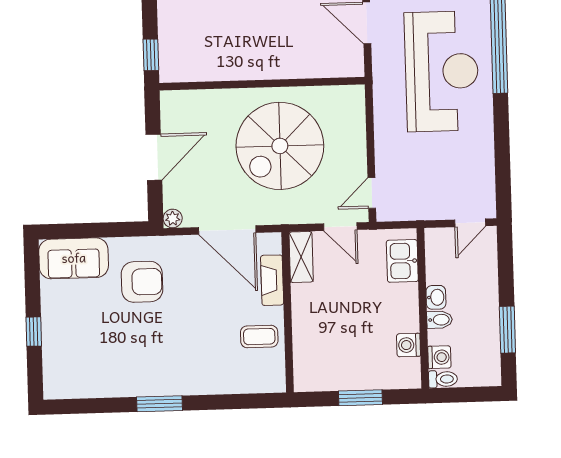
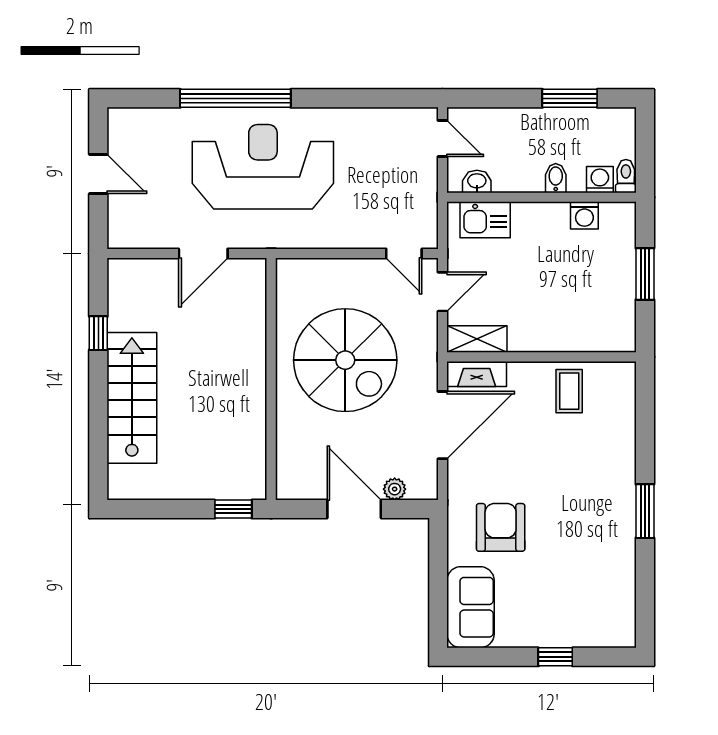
plant: (173, 218) -> (395, 489), moved
fireplace: (272, 280) -> (477, 374), moved
washbasin: (436, 297) -> (477, 181), moved

